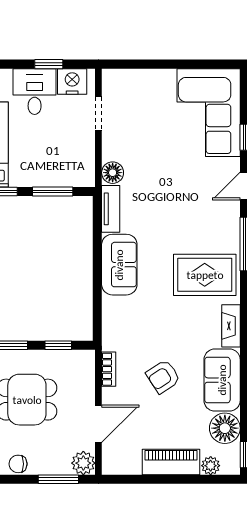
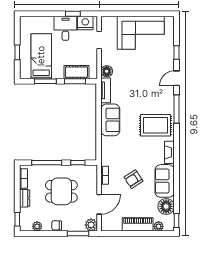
corner sofa: (209, 113) -> (141, 33), moved, turned -90
cot: (55, 174) -> (76, 72), added

